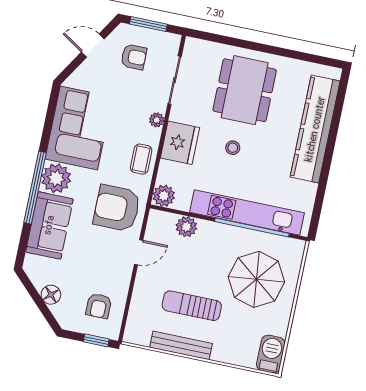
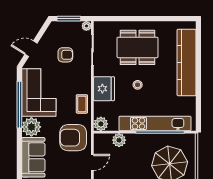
door: (93, 45) -> (31, 49), moved
armchair: (134, 57) -> (65, 55), moved
dining table: (245, 90) -> (137, 47), turned 90
plant: (157, 120) -> (86, 26), moved
window: (35, 188) -> (19, 105), moved

